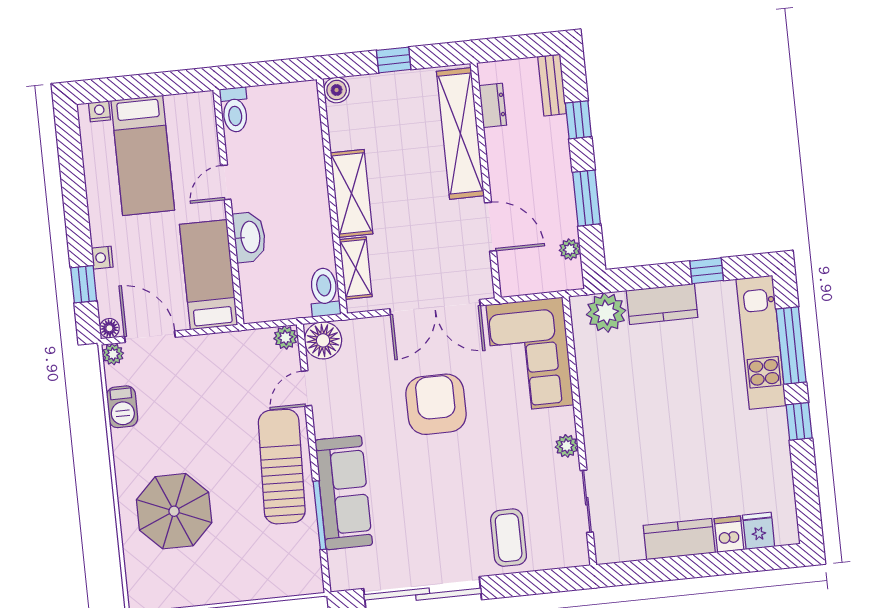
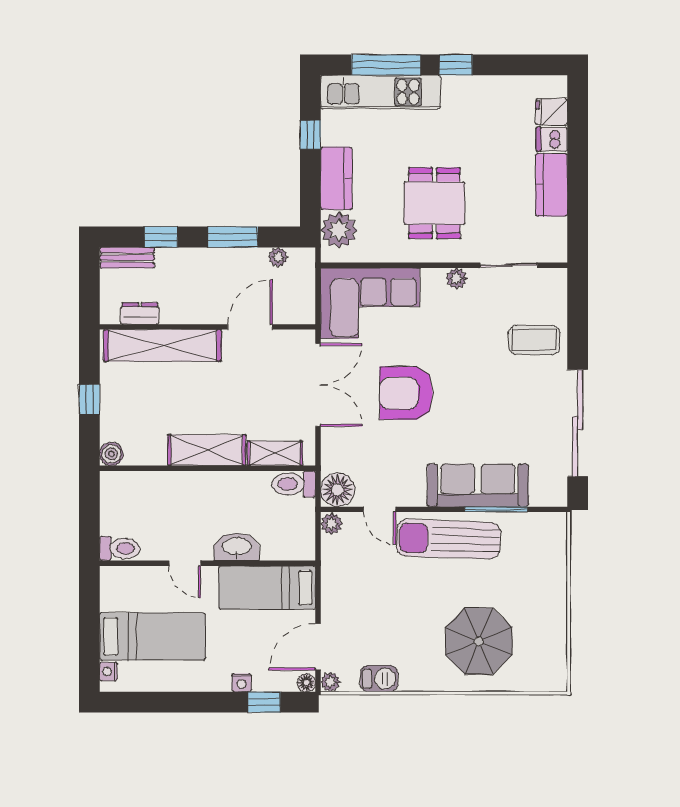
dining table: (646, 414) -> (434, 203), added

